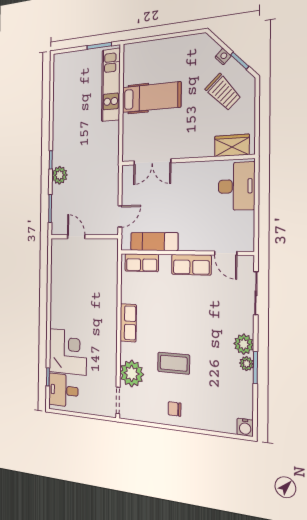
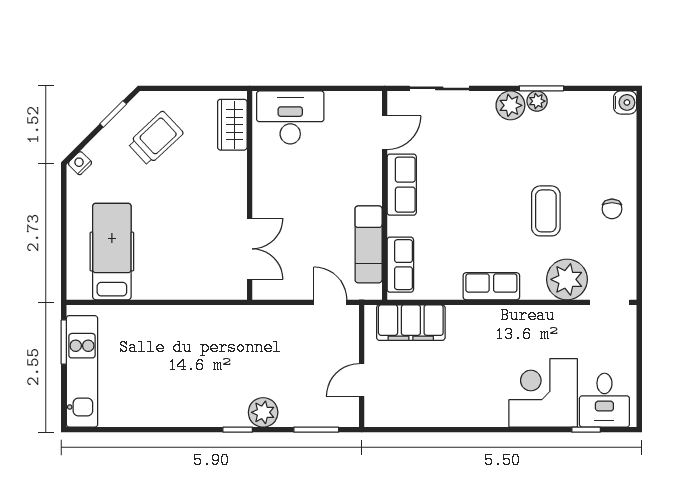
nightstand: (223, 56) -> (80, 163), moved
kitchen unit: (111, 85) -> (82, 371), moved, turned -90
hospital bed: (151, 97) -> (112, 252), moved
filing cabinet: (108, 269) -> (411, 323), added

